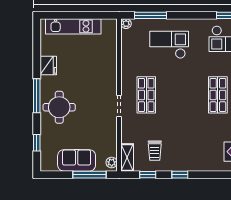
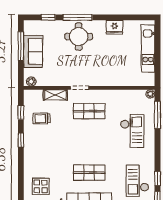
window: (37, 96) -> (78, 17), moved
shelving: (127, 158) -> (55, 95), moved
window: (89, 175) -> (21, 46), moved

